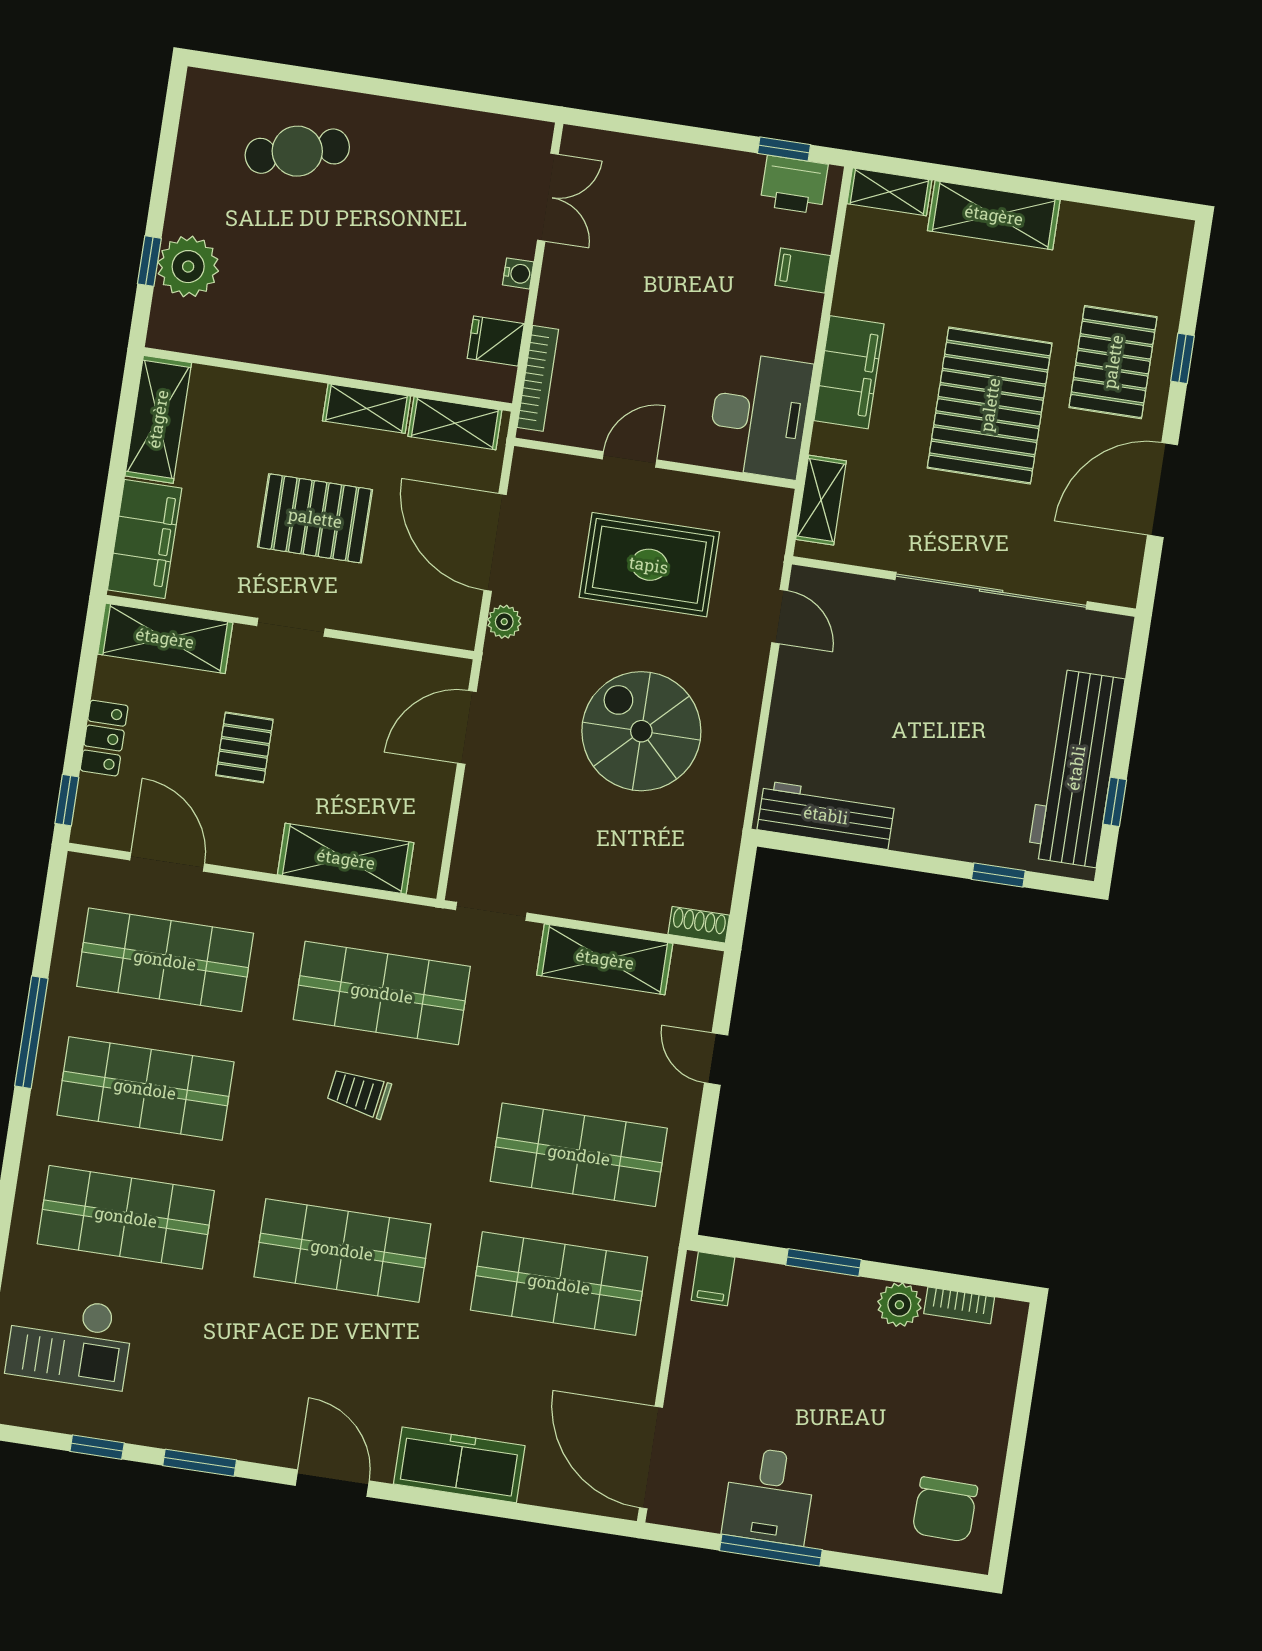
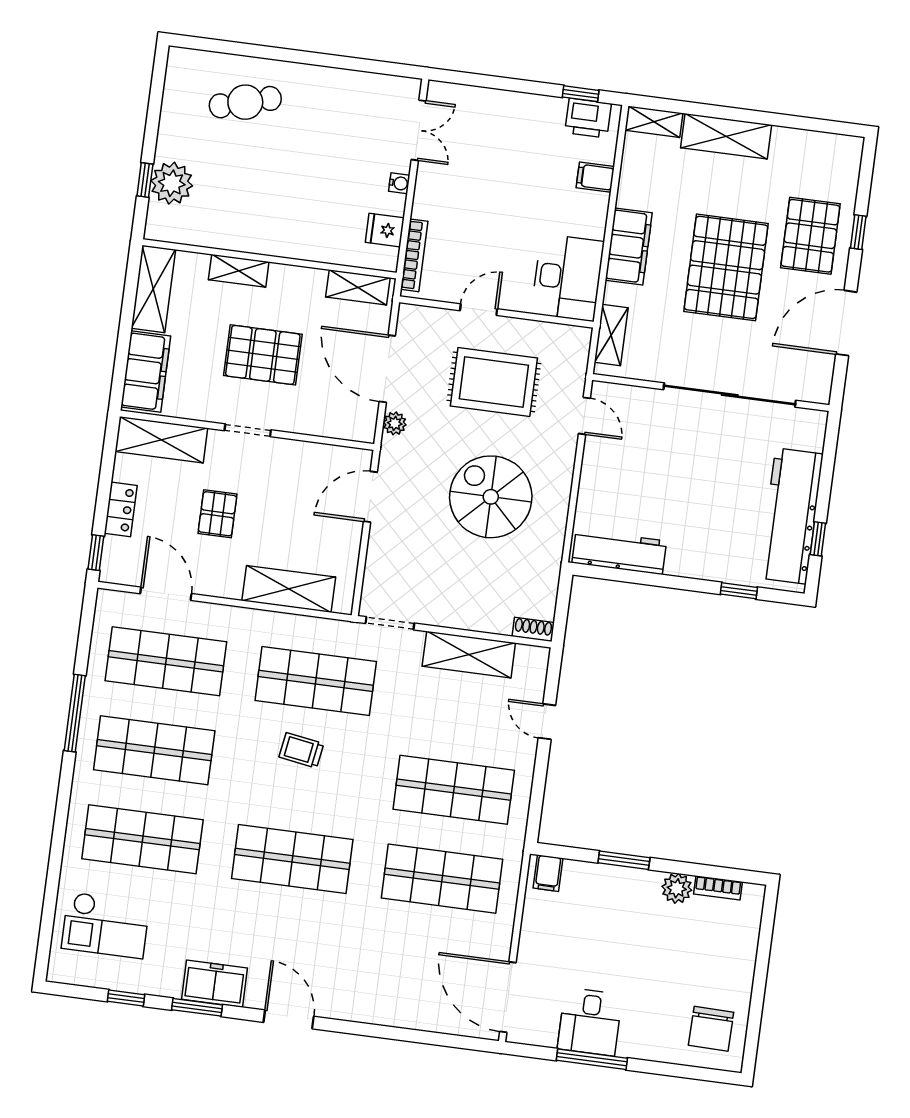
shelving: (367, 409) -> (239, 271), moved
freezer: (459, 1465) -> (214, 984), moved, width x0.71

